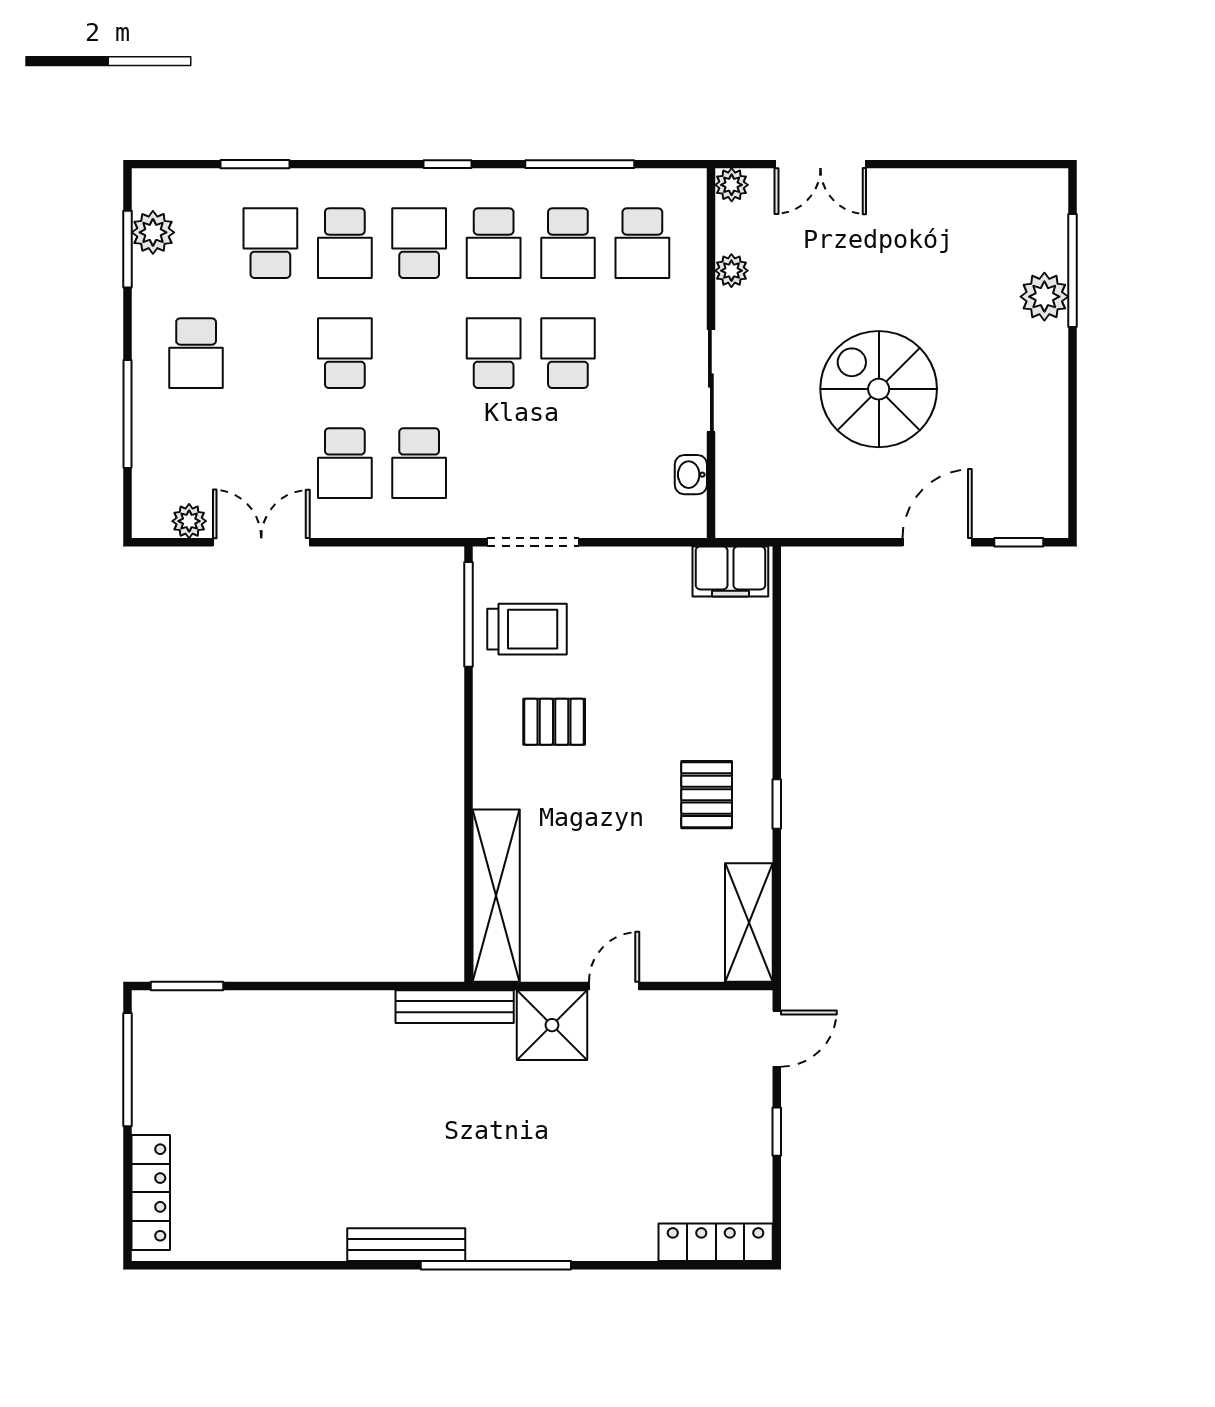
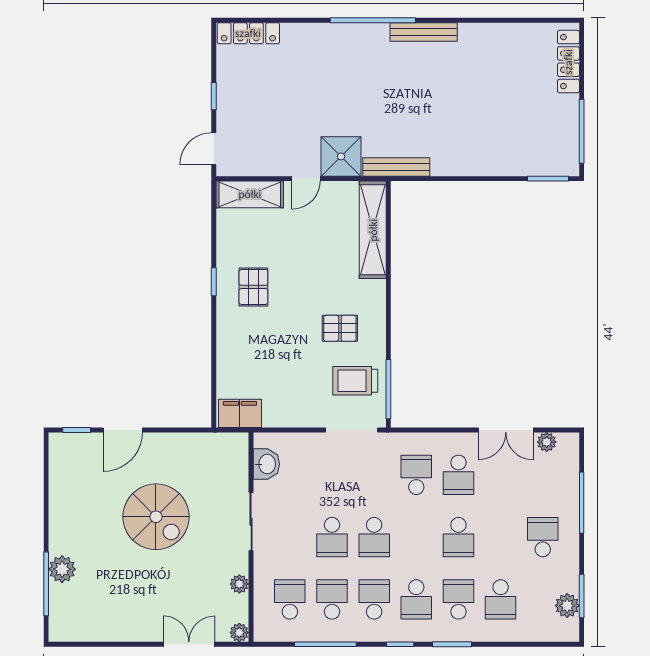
window: (255, 164) -> (452, 644), moved
school desk: (345, 463) -> (458, 475), turned 180
washbasin: (691, 475) -> (266, 464), width x1.38, depth x1.45
shelving: (749, 922) -> (250, 194), moved, turned 90

